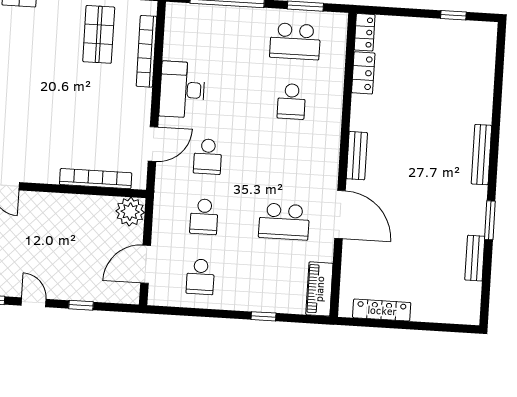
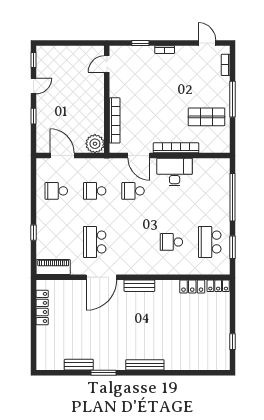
bookcase: (146, 51) -> (176, 148), moved

